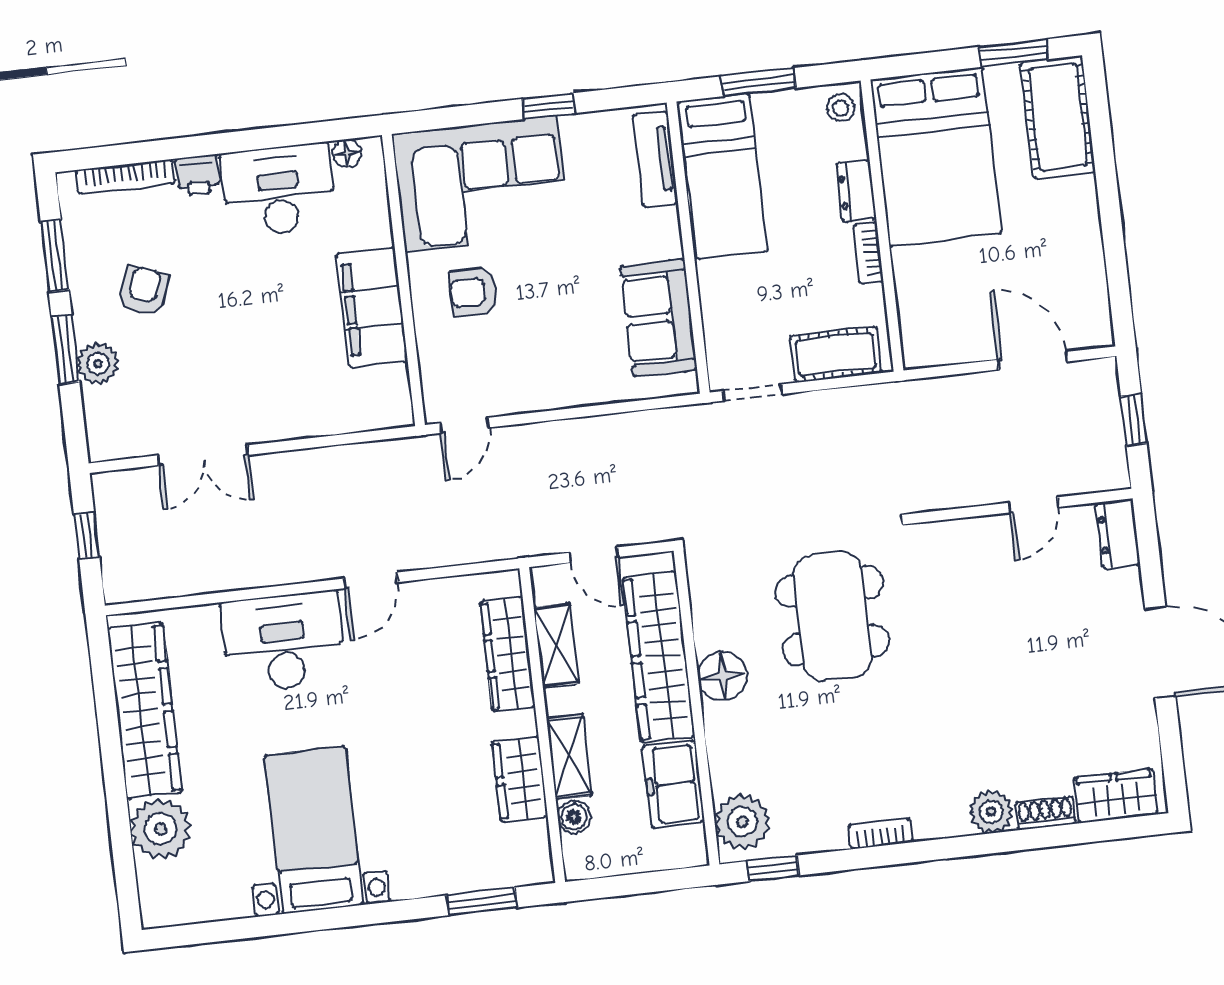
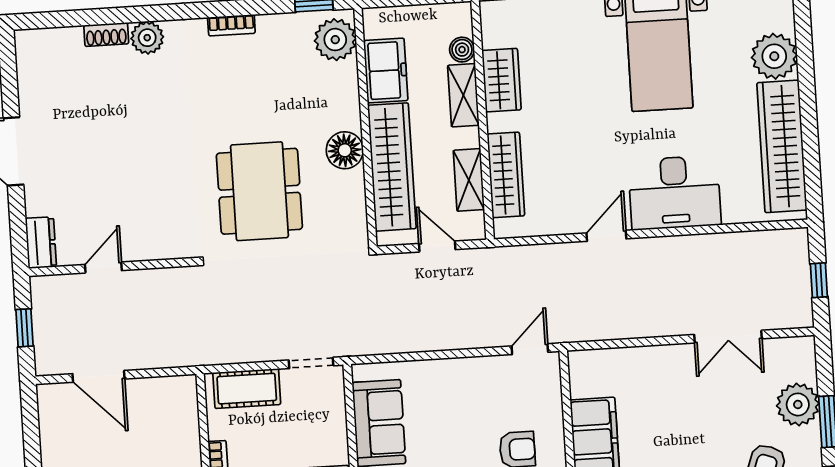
plant: (98, 364) -> (798, 404), width x1.36, depth x1.36
double door: (203, 455) -> (728, 337), swing flipped
wardrobe: (1116, 796) -> (52, 45), removed

